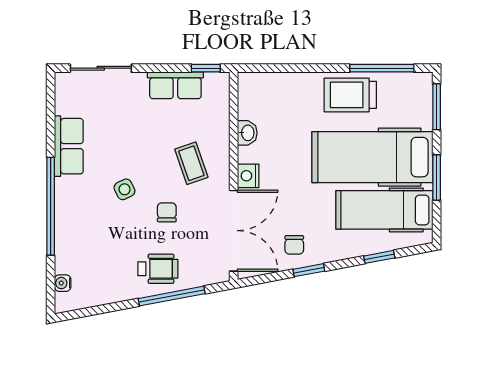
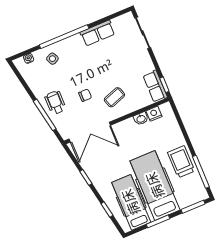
row of seats: (175, 85) -> (155, 86), moved
nightstand: (248, 176) -> (154, 114), moved
side table: (124, 189) -> (52, 59), moved
chair: (294, 245) -> (95, 165), removed
wheelchair: (158, 269) -> (55, 103), turned 180

